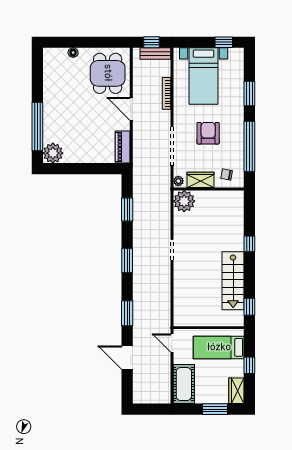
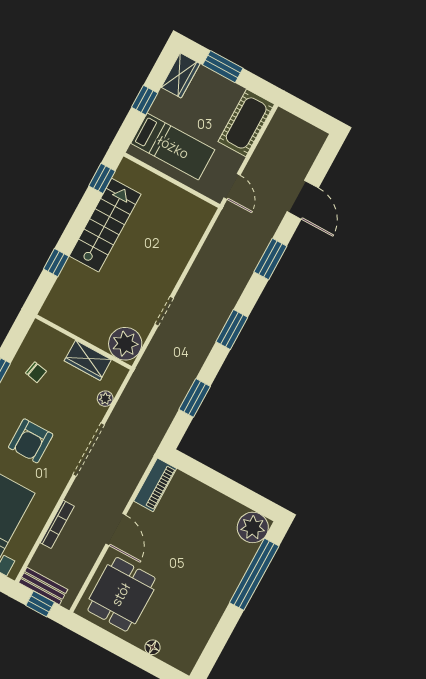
wardrobe: (200, 180) -> (88, 360), moved
wall: (209, 189) -> (84, 342), moved
plant: (184, 201) -> (125, 344), moved

